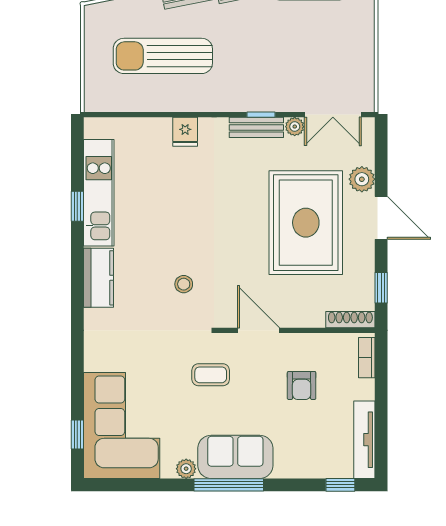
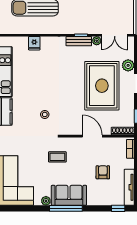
fridge: (185, 132) -> (34, 43), moved
door: (258, 330) -> (92, 136), moved
armchair: (302, 385) -> (103, 172), moved, turned 180

